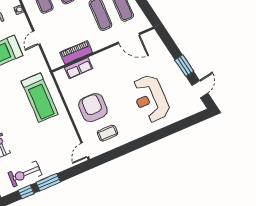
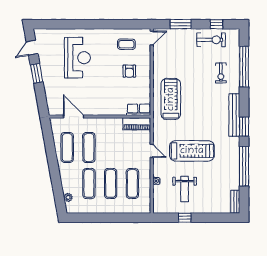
door: (36, 38) -> (152, 151), hinge flipped
piano: (76, 52) -> (137, 124), moved
row of seats: (79, 68) -> (139, 110), moved
armchair: (93, 107) -> (129, 71), width x0.53, depth x0.53
window: (48, 182) -> (181, 24), moved

